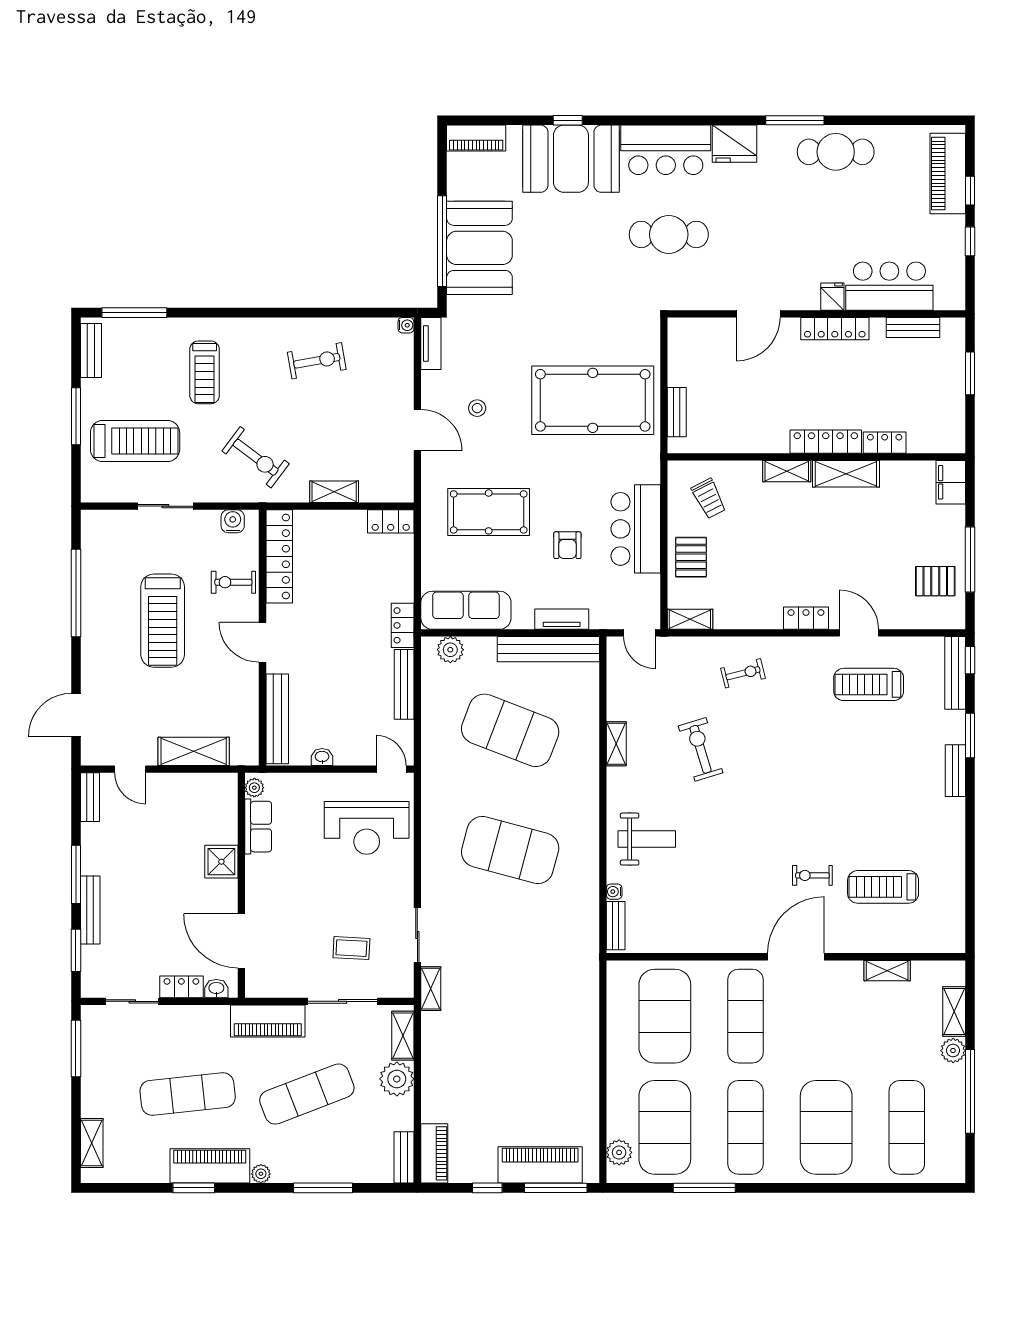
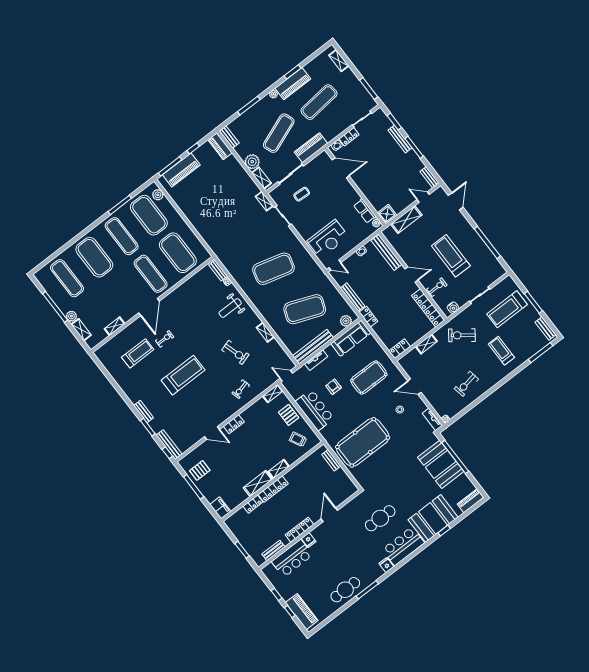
fridge: (735, 144) -> (386, 565), width x0.53, depth x0.75
treadmill: (869, 684) -> (183, 375), moved, width x1.37, depth x1.38
reception desk: (367, 828) -> (328, 239), turned 180
shower: (221, 862) -> (387, 214), moved

